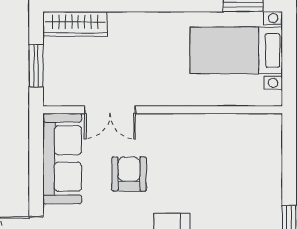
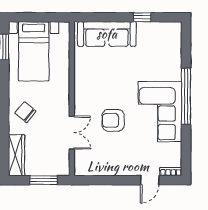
chair: (142, 38) -> (25, 112), added
sofa: (62, 159) -> (107, 34), moved, turned 180

